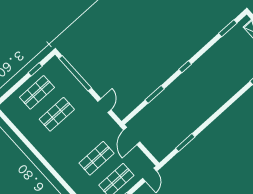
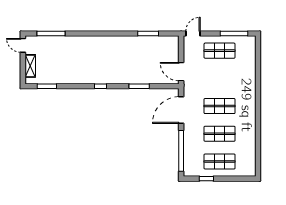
door: (104, 106) -> (181, 110), width x1.88
door: (132, 136) -> (181, 72), swing flipped
shop shelf: (97, 158) -> (220, 106), moved

